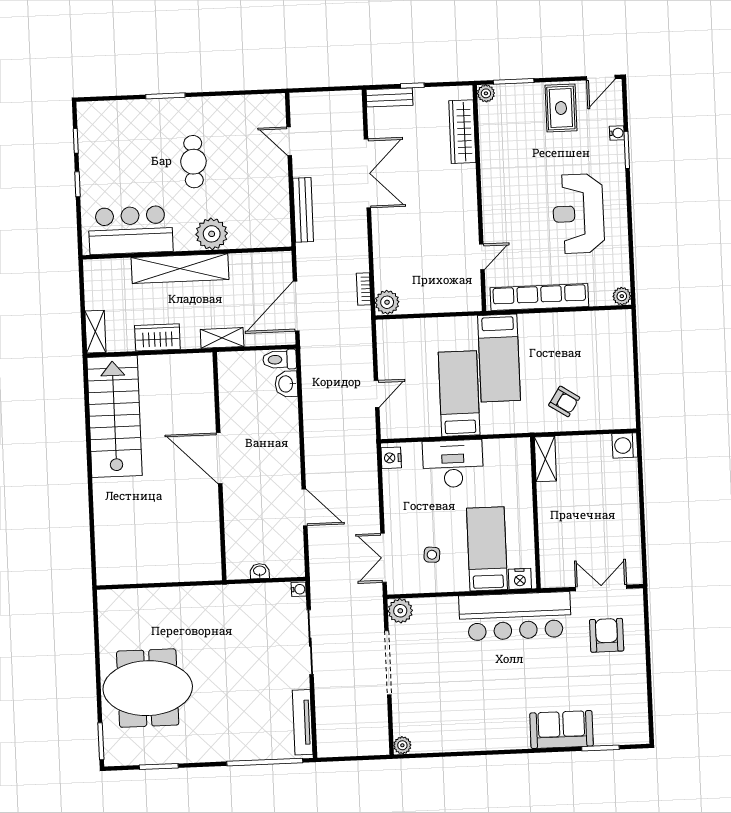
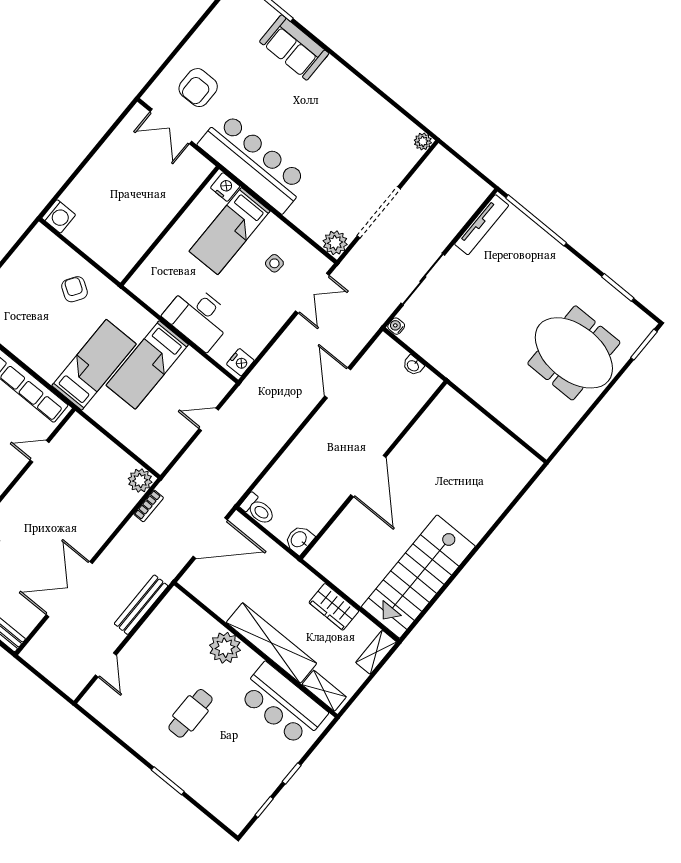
shelving: (222, 338) -> (324, 691), moved
washbasin: (286, 384) -> (299, 540), moved, turned 180
shelving: (545, 459) -> (127, 259), removed

